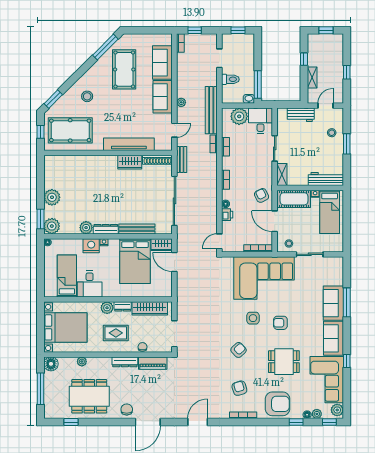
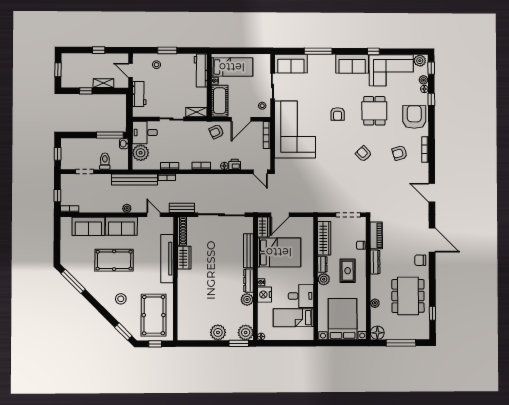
pool table: (124, 69) -> (114, 260), moved
sofa: (333, 303) -> (291, 64), moved
side table: (253, 318) -> (333, 140), removed

